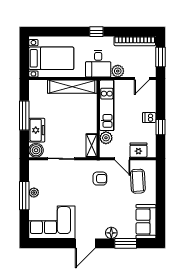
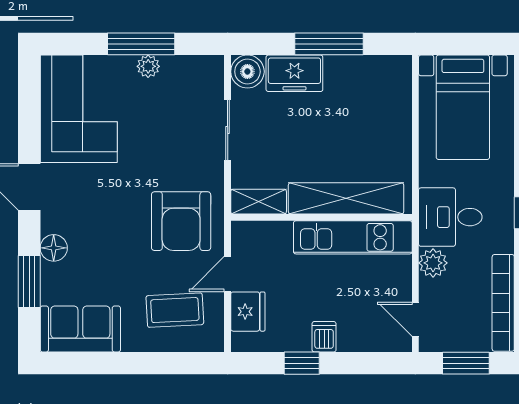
shelving: (72, 87) -> (346, 198), moved, turned 90
plant: (106, 138) -> (277, 235), removed
armchair: (100, 179) -> (181, 221), width x1.88, depth x1.88

